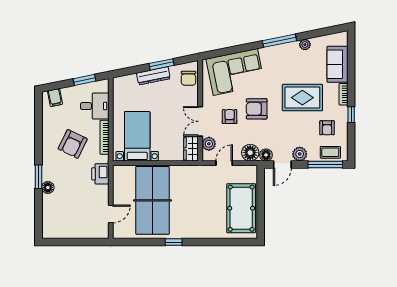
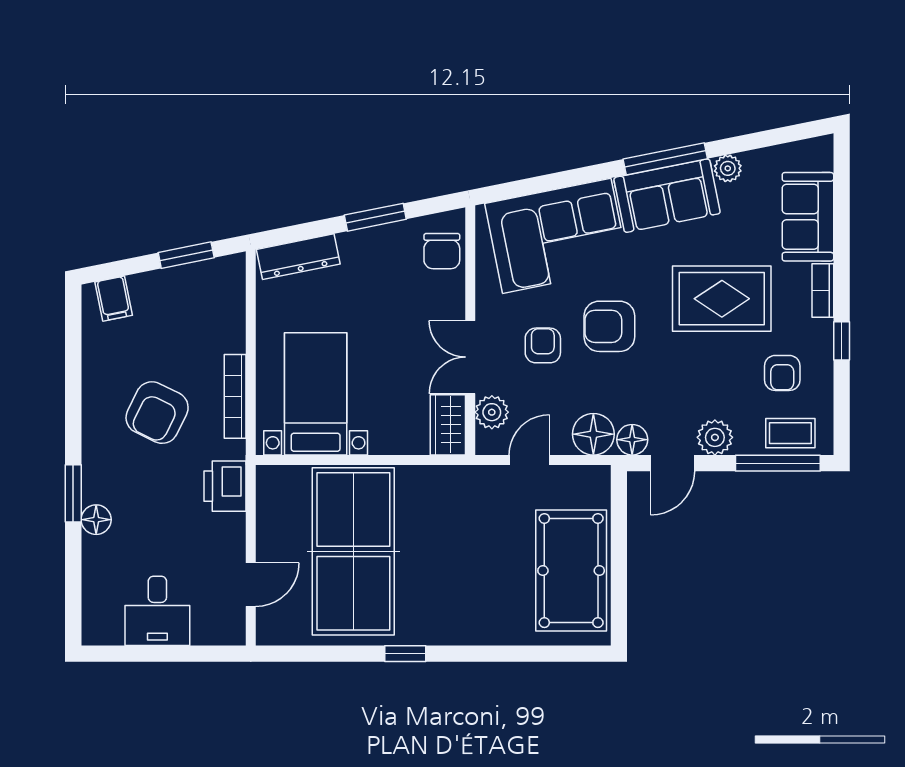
sofa: (280, 56) -> (667, 196), added
dresser: (153, 76) -> (298, 257), moved
desk: (95, 106) -> (157, 611), moved, turned 90

